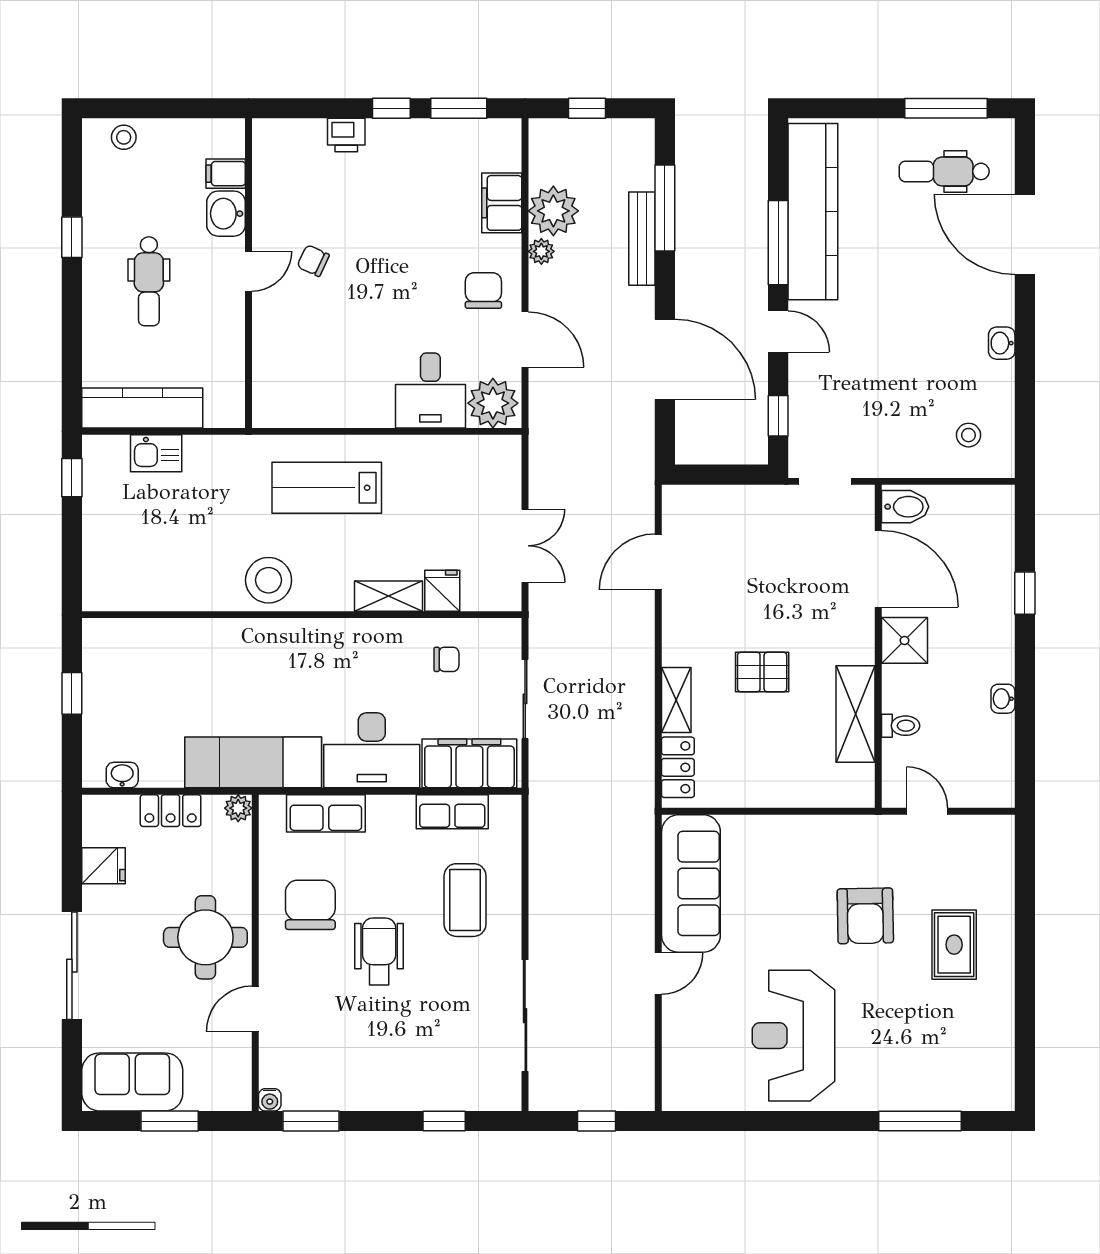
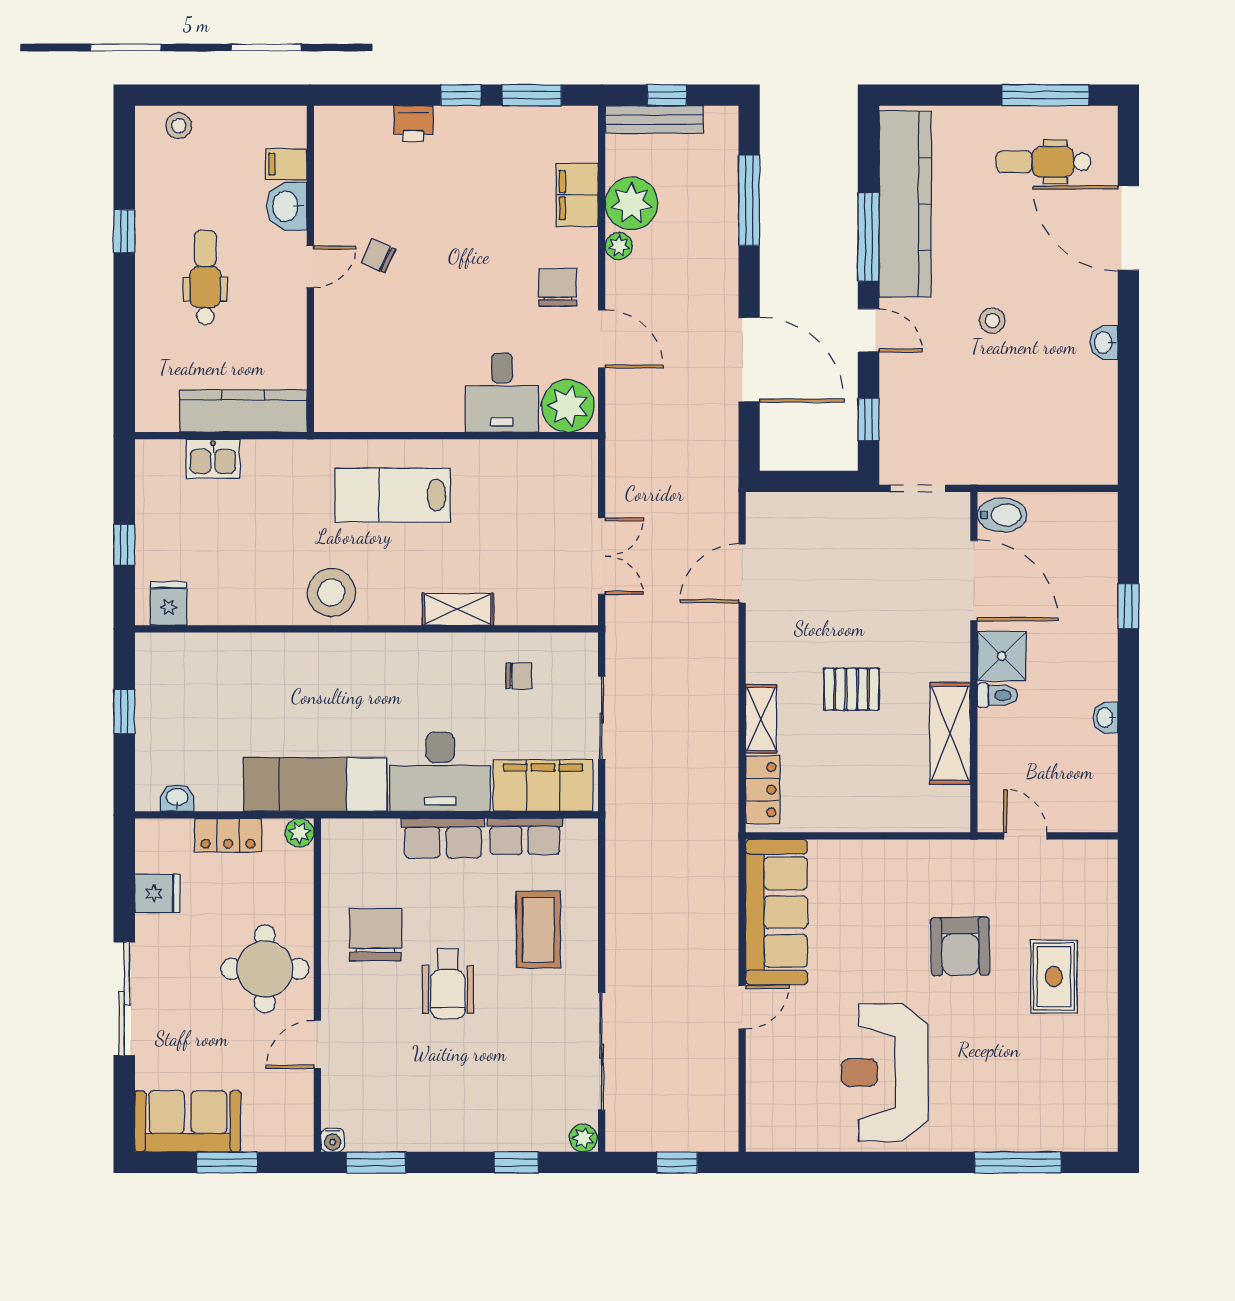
bench: (642, 239) -> (654, 119), moved, turned 90
dental chair: (149, 281) -> (205, 277), turned 180
kitchen counter: (142, 408) -> (243, 411), moved
stool: (968, 435) -> (992, 321), moved
window: (72, 478) -> (124, 545), moved
fridge: (442, 591) -> (169, 604), moved
toilet: (901, 726) -> (997, 695), moved
row of seats: (326, 813) -> (443, 838), moved
wheelchair: (379, 951) -> (448, 984), turned 180
plant: (508, 1098) -> (583, 1138), added

